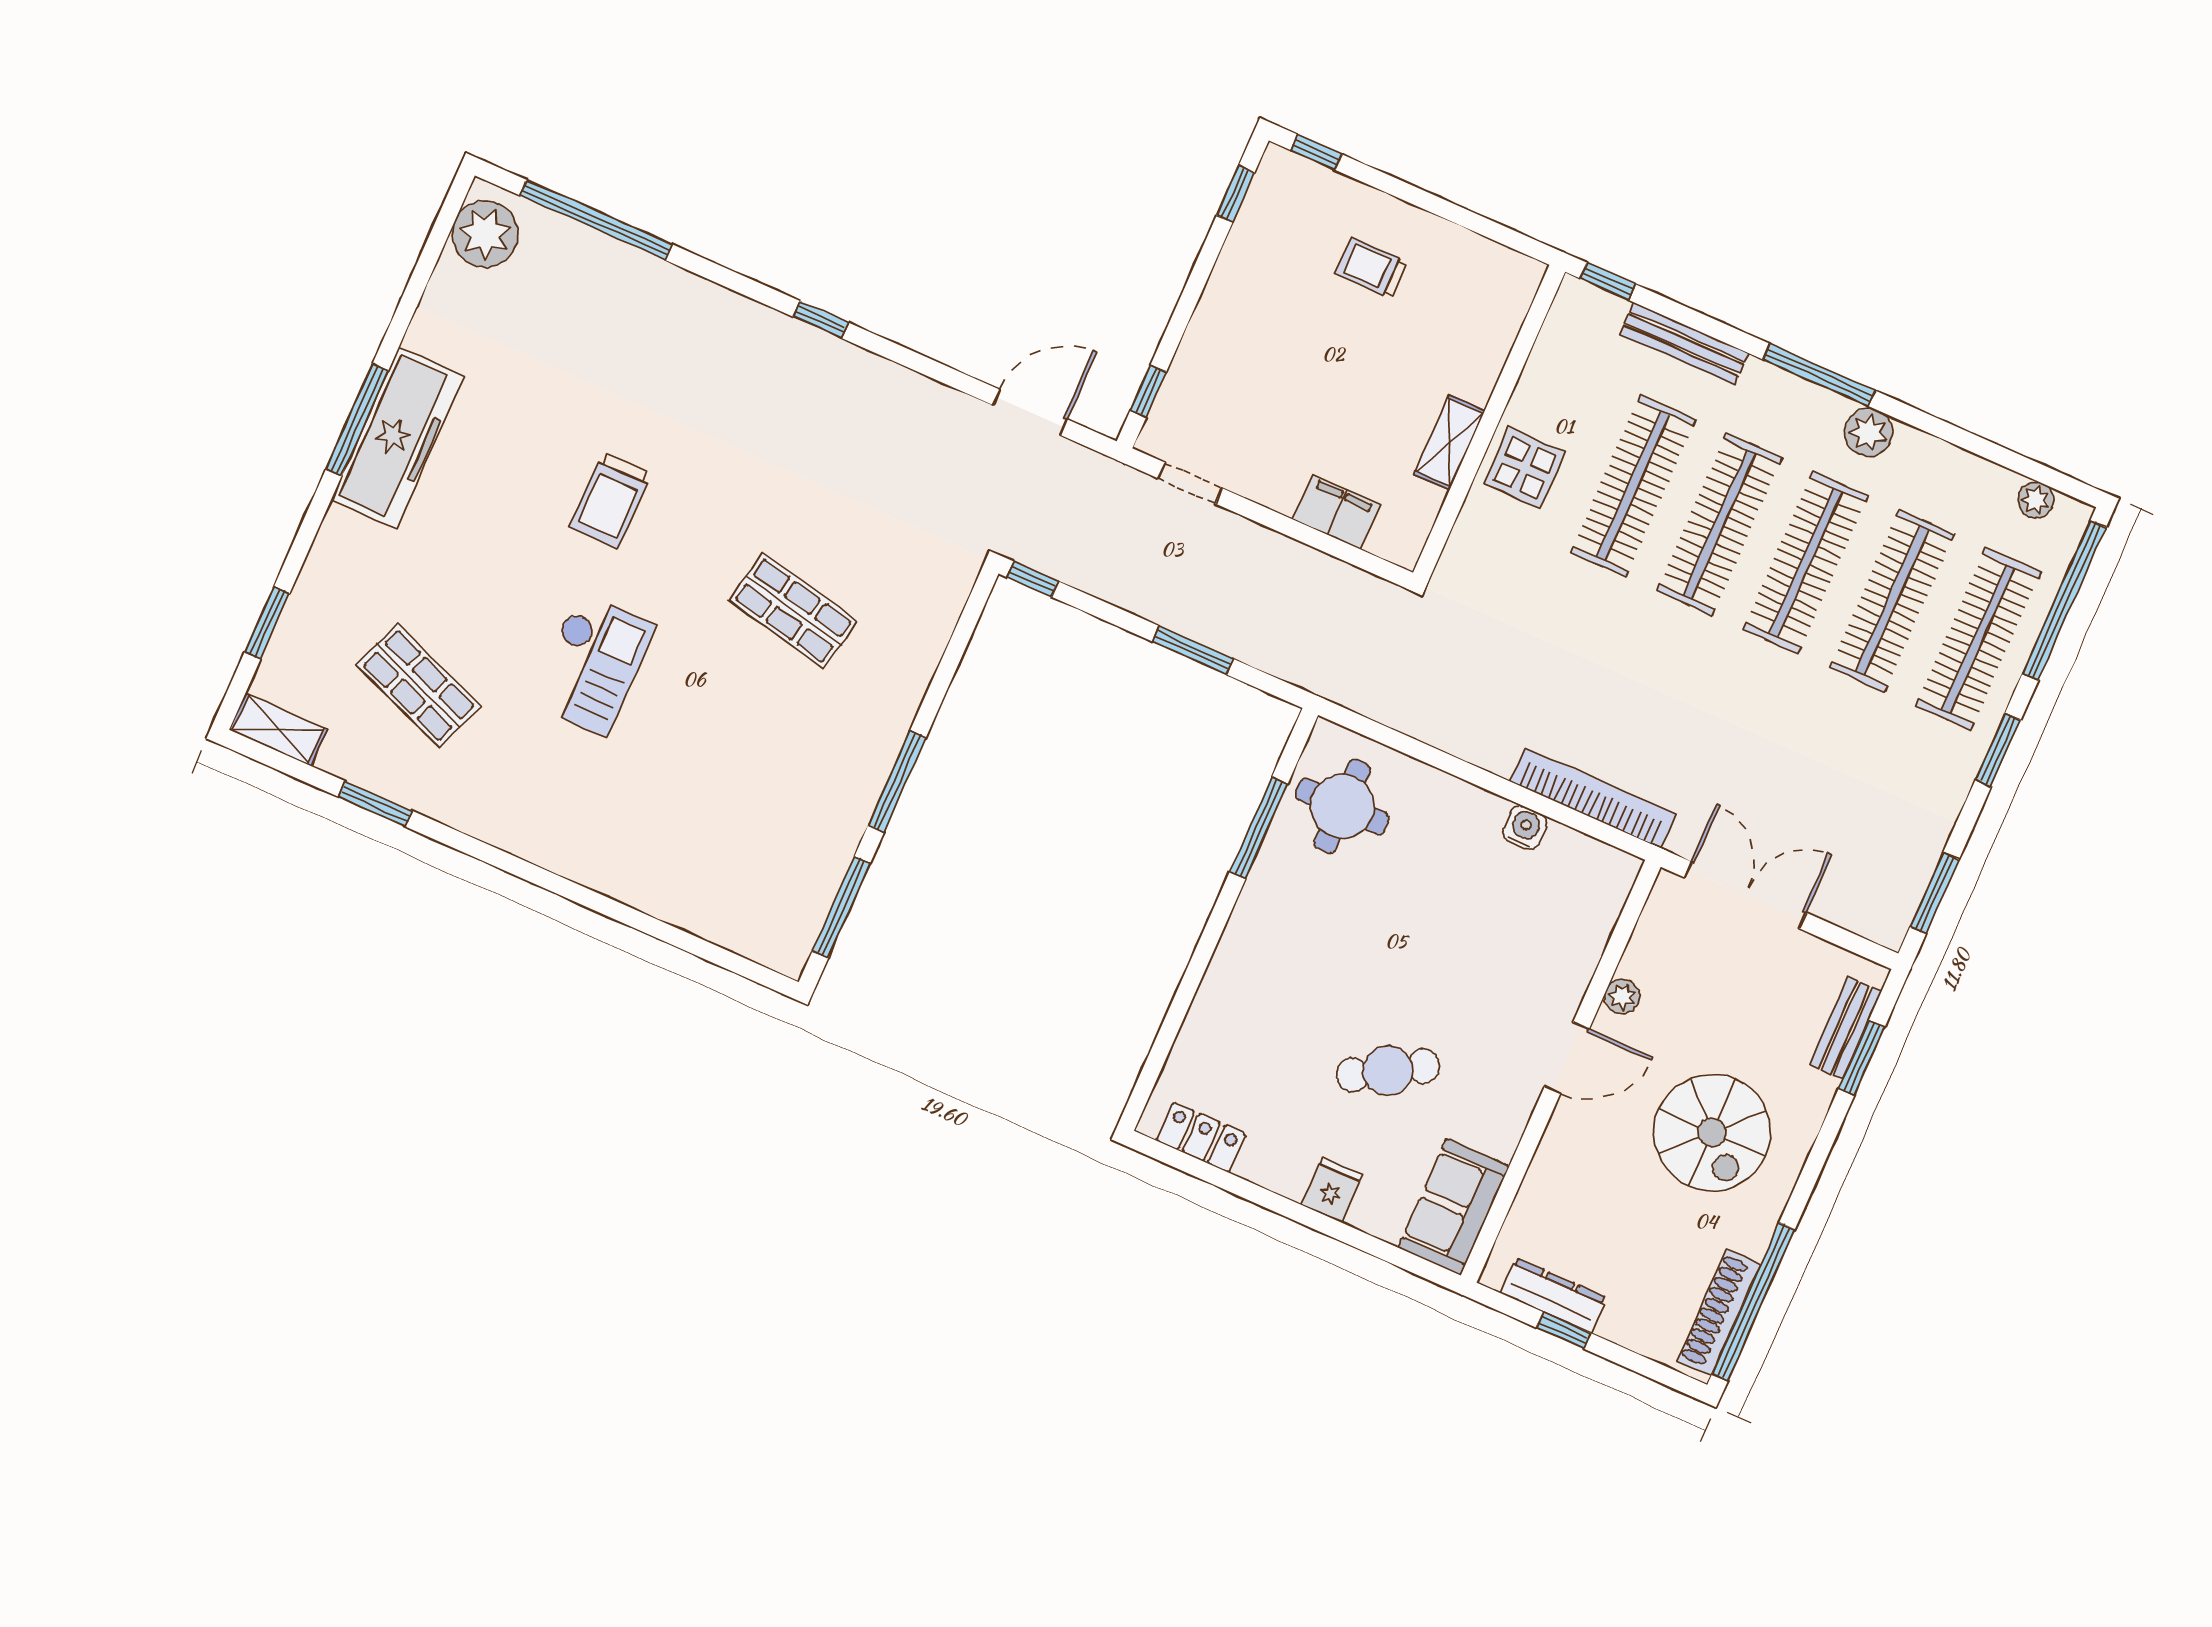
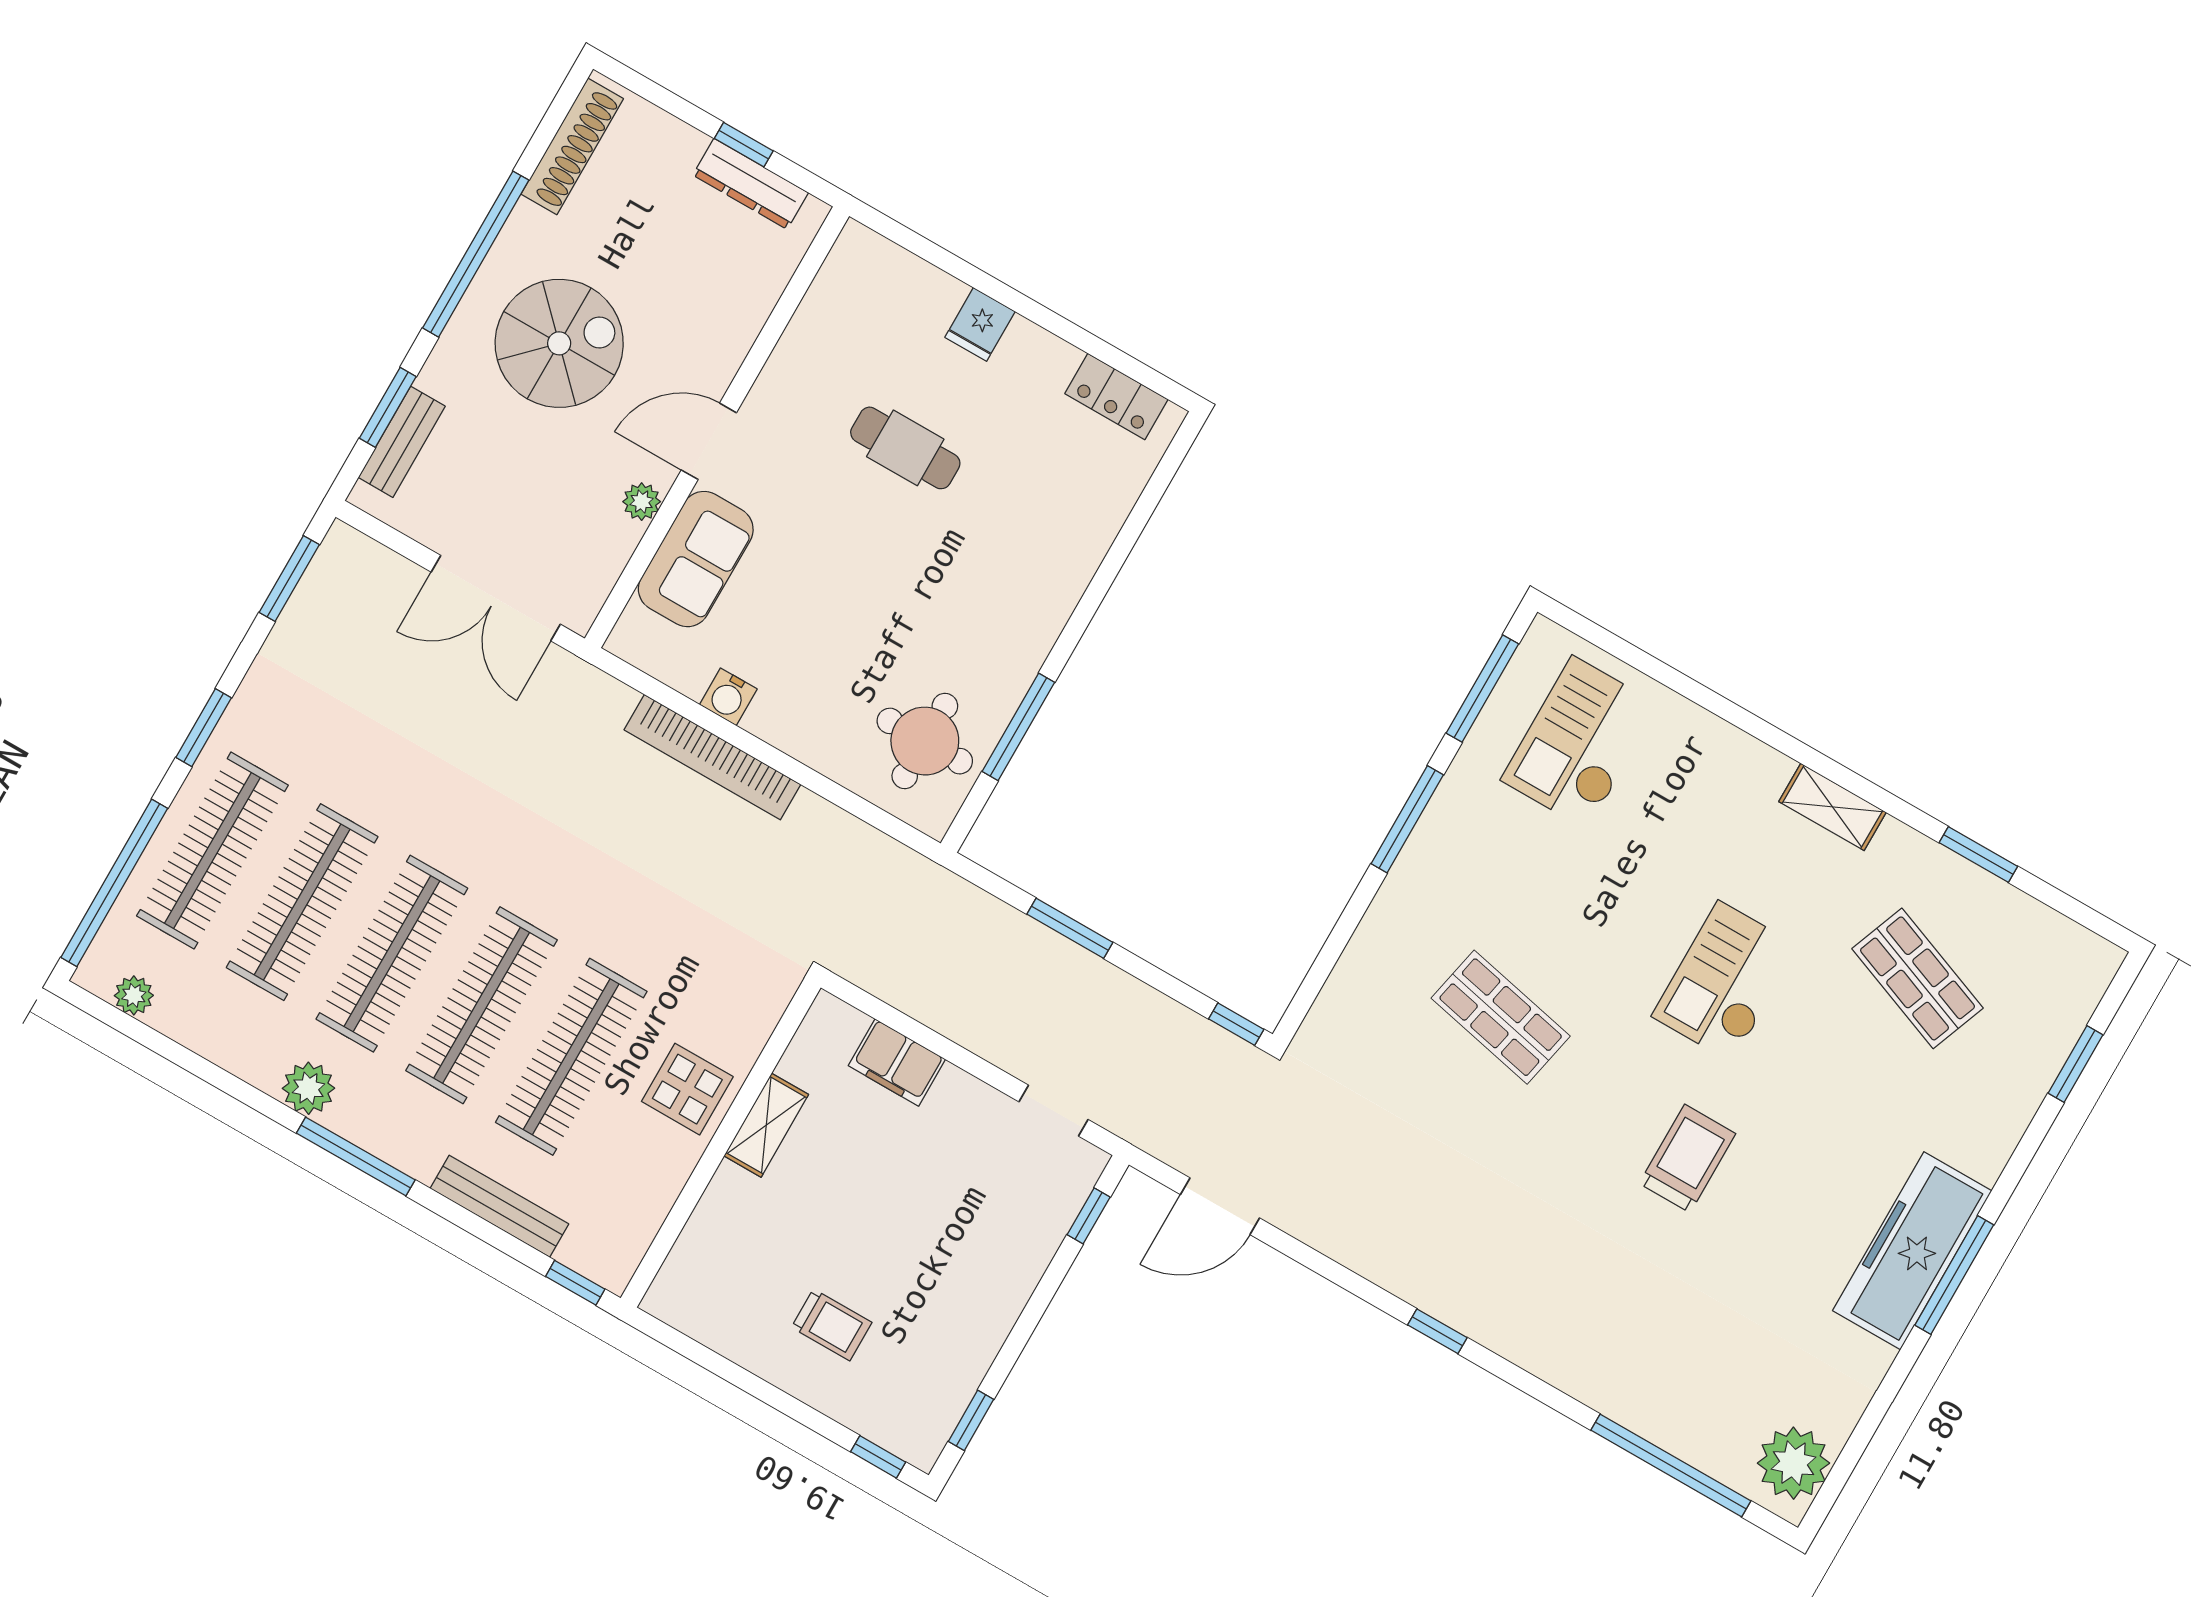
shelving: (278, 729) -> (1832, 807), moved
bookcase: (1593, 798) -> (712, 757), moved
checkout: (747, 867) -> (1580, 743), added
cafe table: (1388, 1070) -> (905, 448), turned 31
spiral stairs: (1712, 1132) -> (559, 343), turned 90
sofa: (1454, 1207) -> (696, 559), moved
window: (1754, 1302) -> (476, 254), moved

